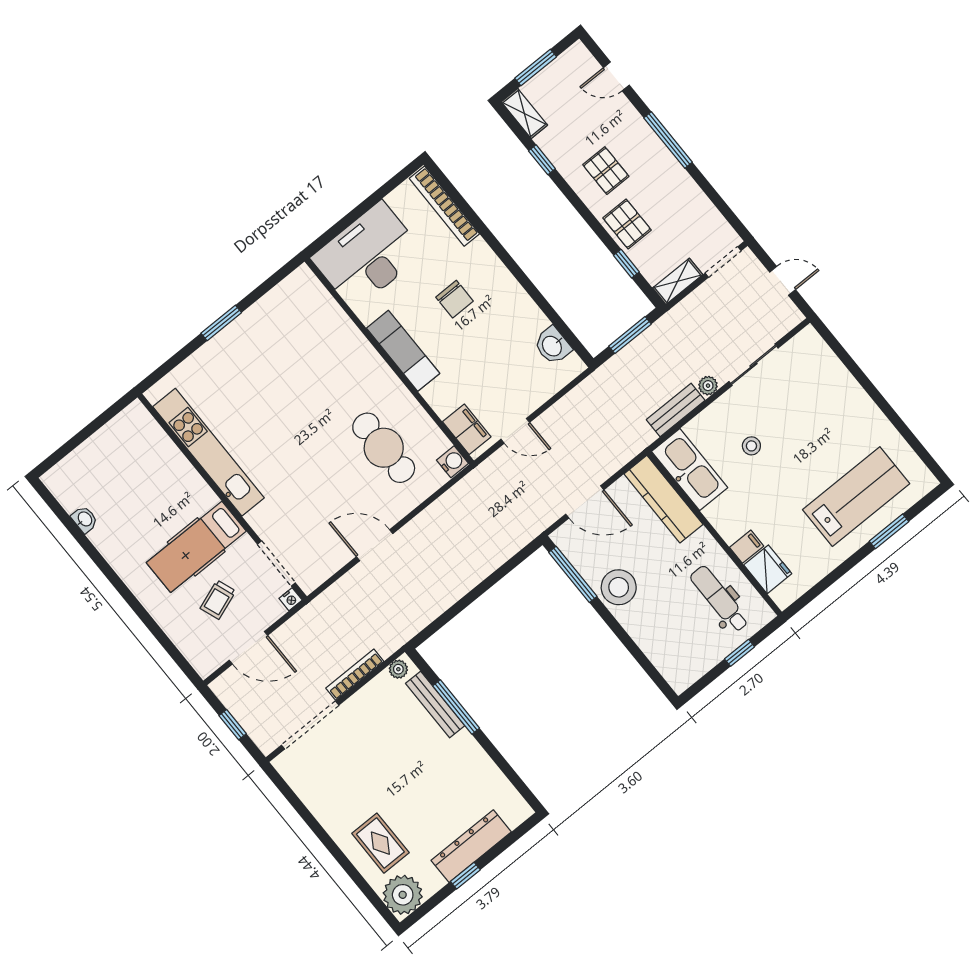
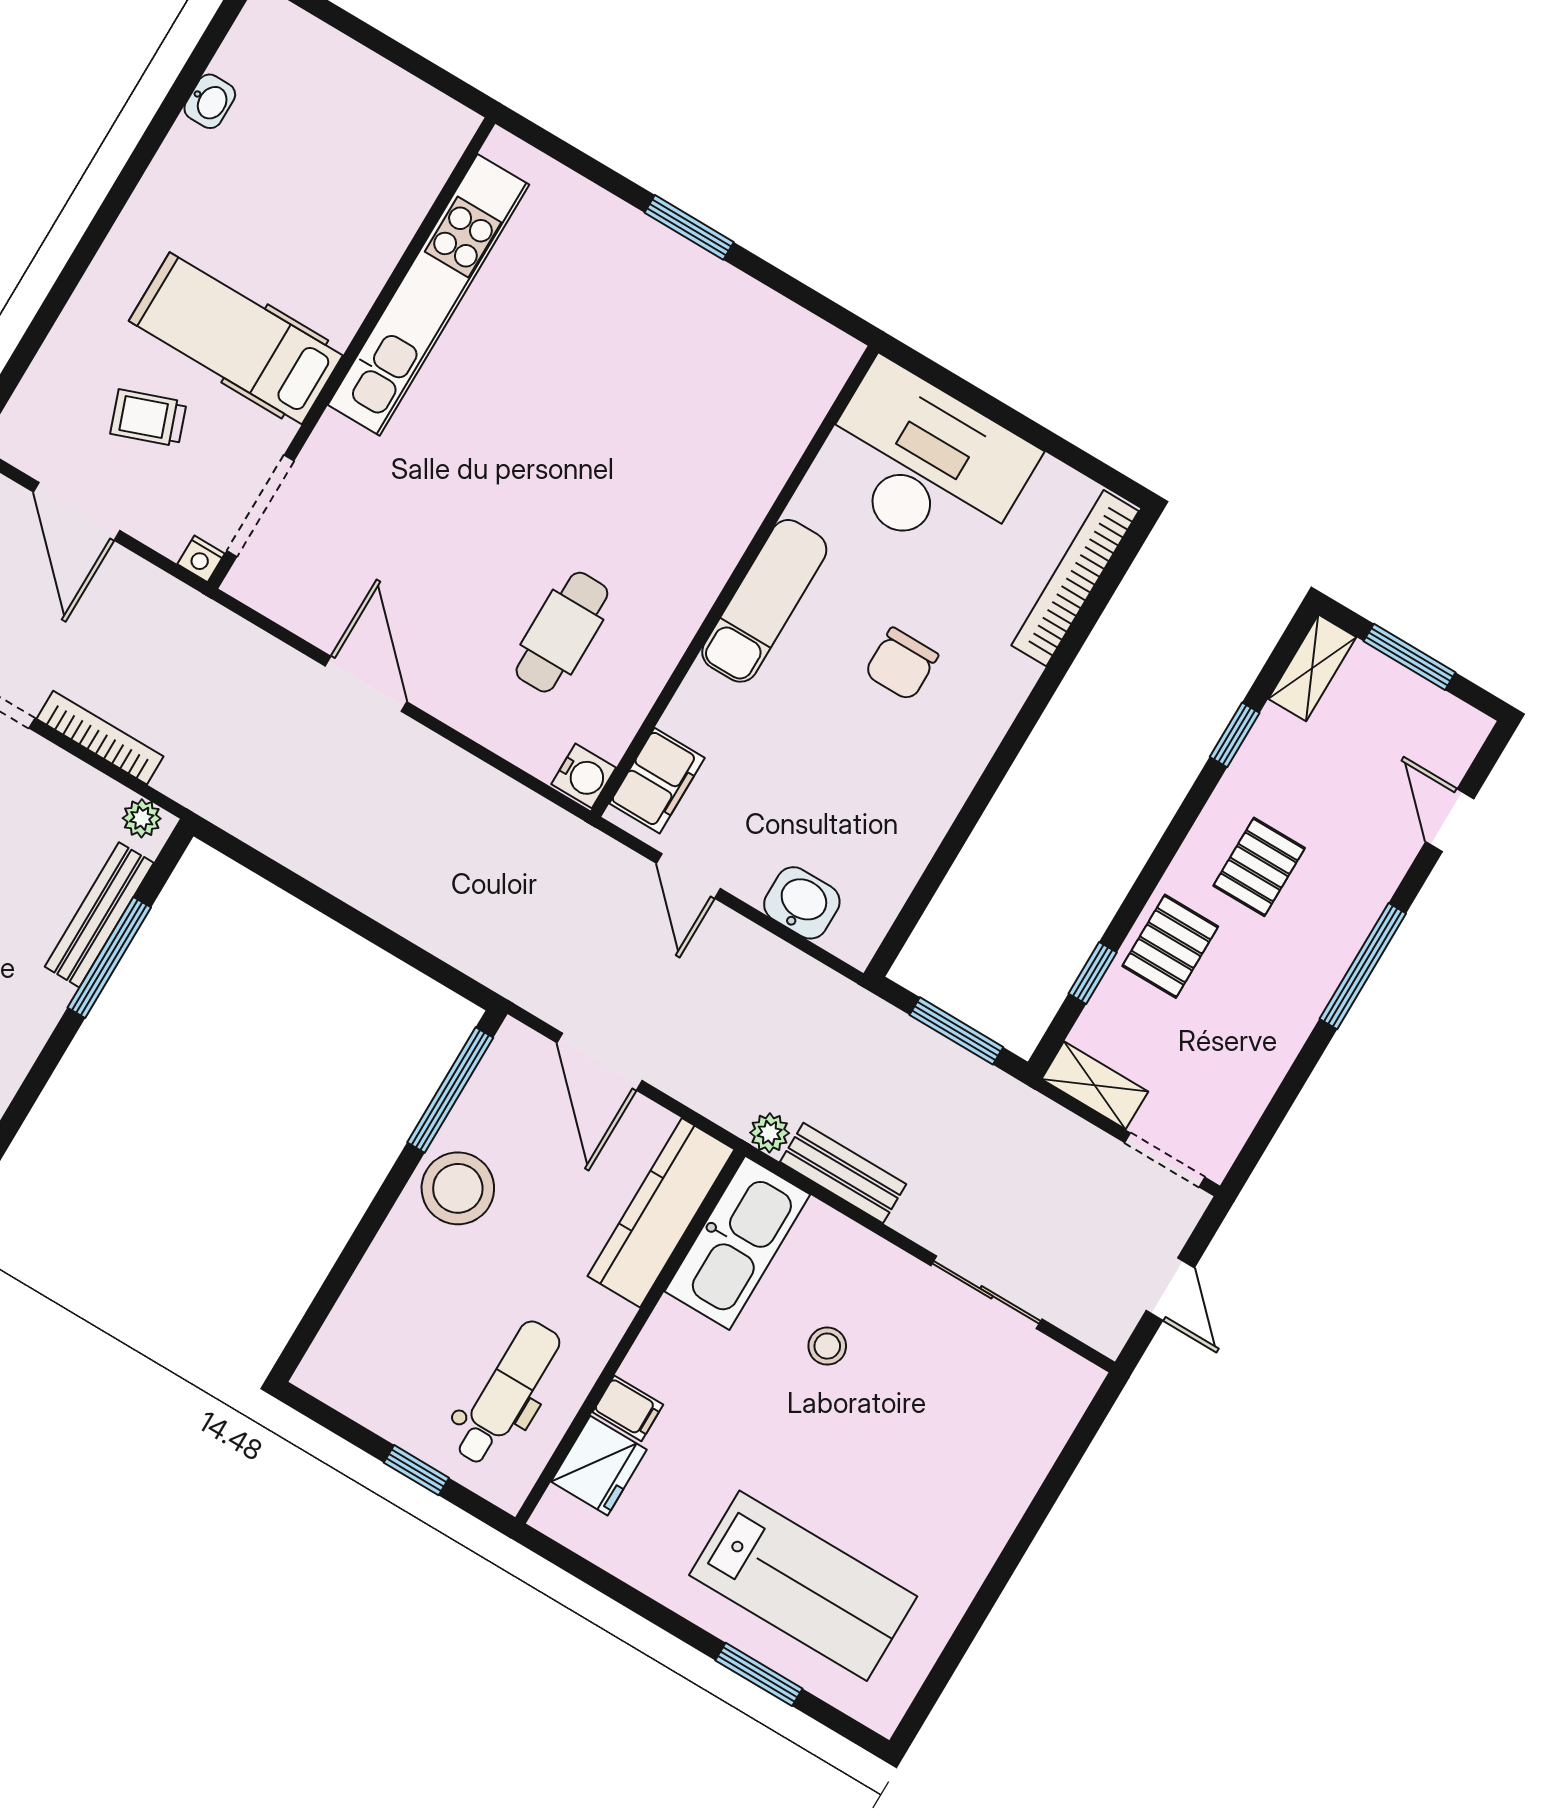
washbasin: (553, 346) -> (802, 903), moved, turned 90
plant: (708, 386) -> (770, 1133), moved
cafe table: (384, 448) -> (562, 632), width x0.73, depth x0.74

